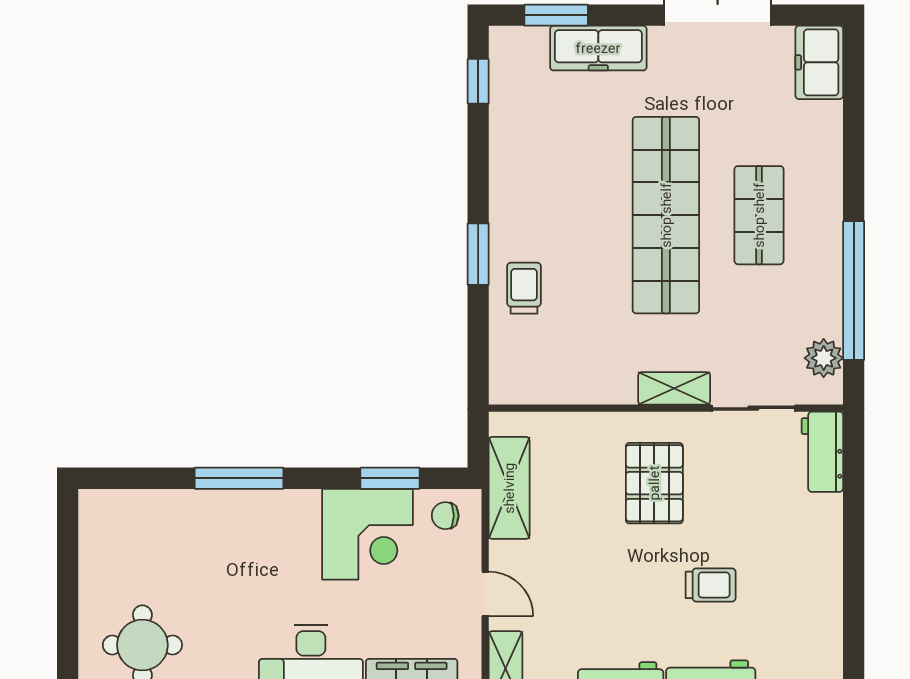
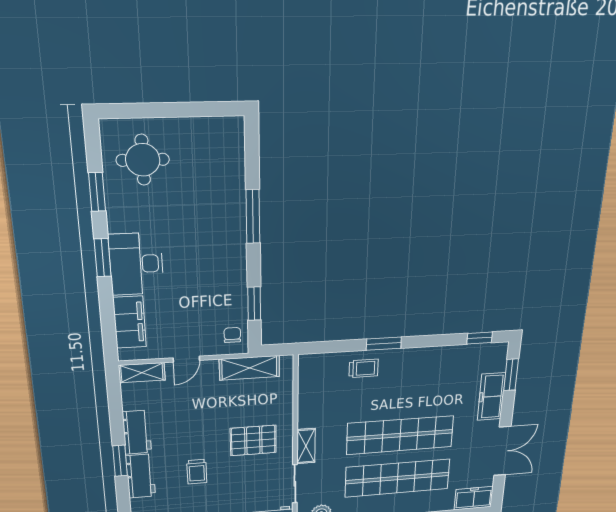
shop shelf: (759, 215) -> (397, 478), width x2.00, depth x1.36
corner desk: (367, 534) -> (220, 293), removed

